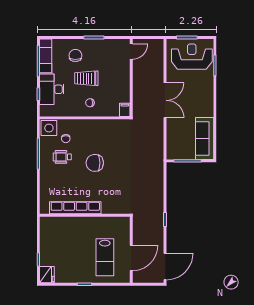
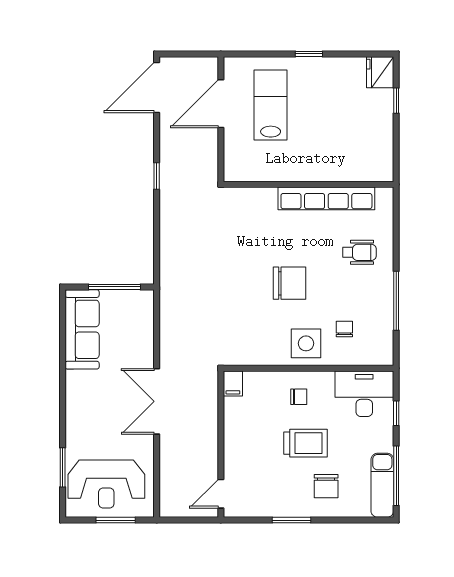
desk: (52, 89) -> (364, 394), moved, turned -90
side table: (49, 128) -> (306, 343), moved
wheelchair: (62, 157) -> (359, 252), moved

